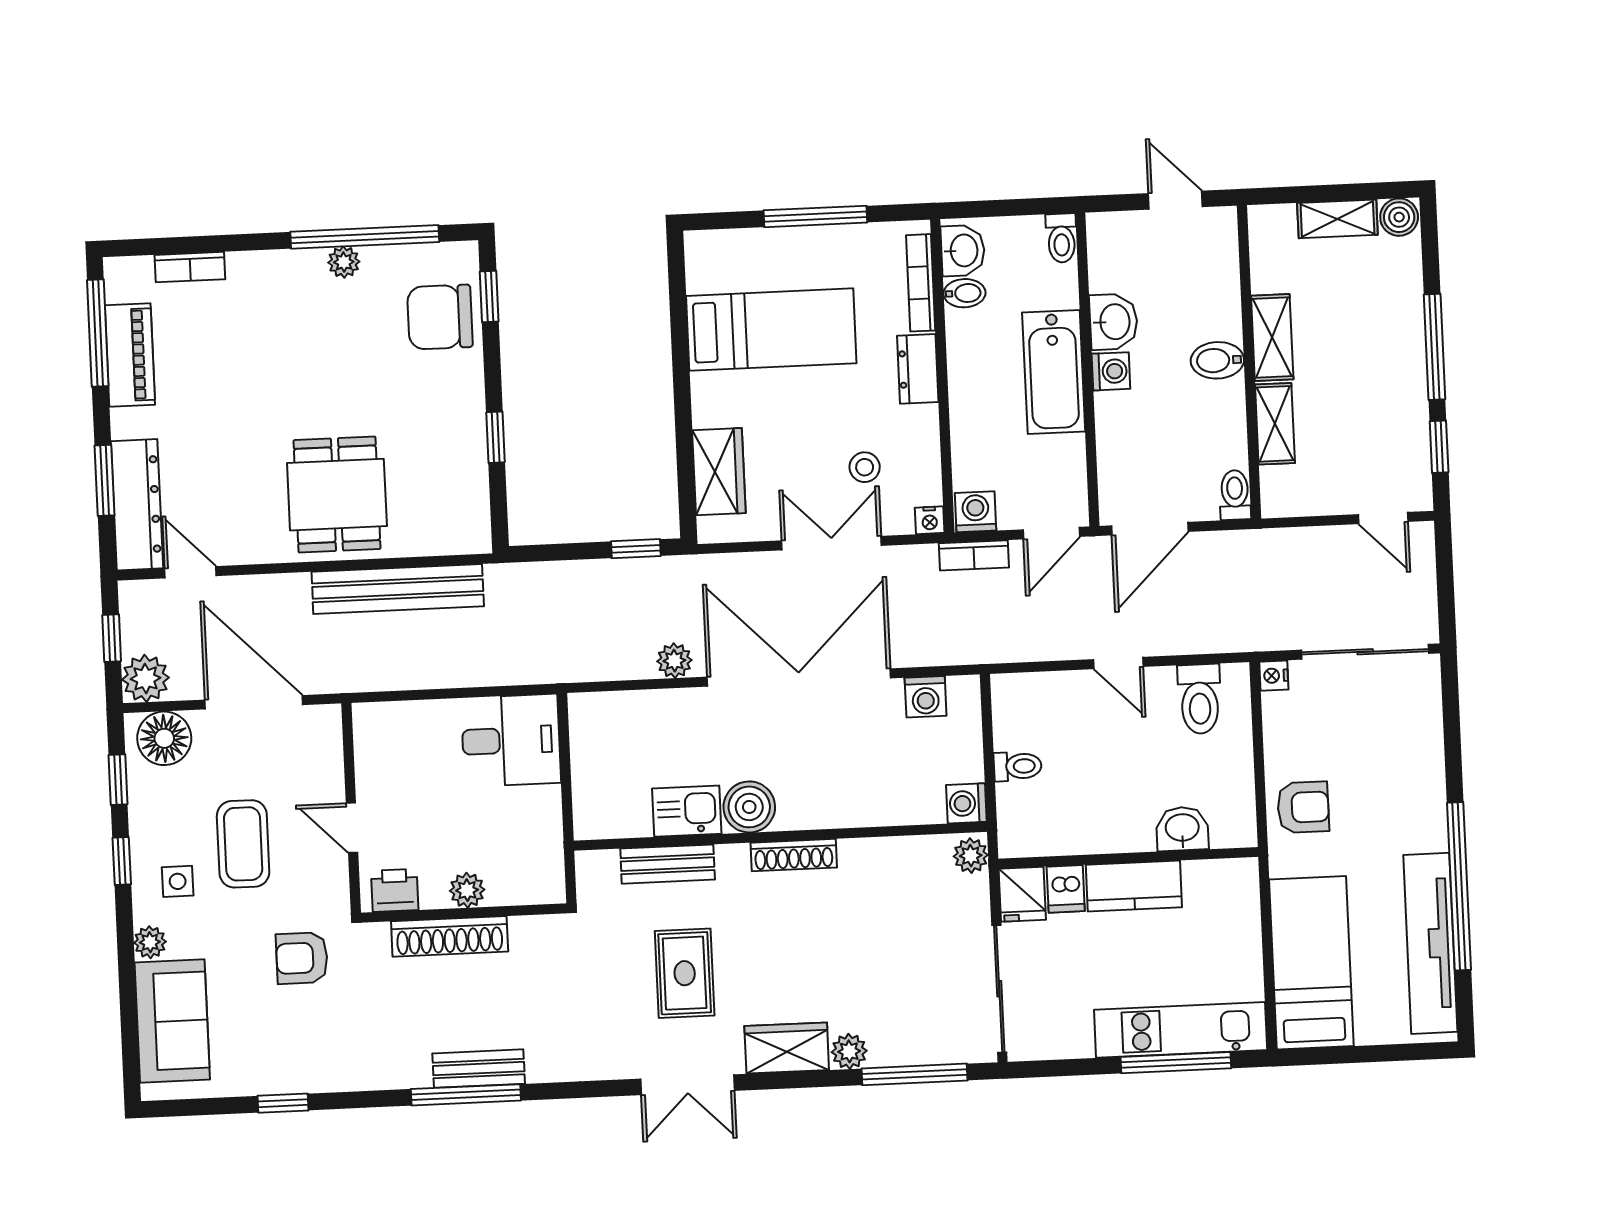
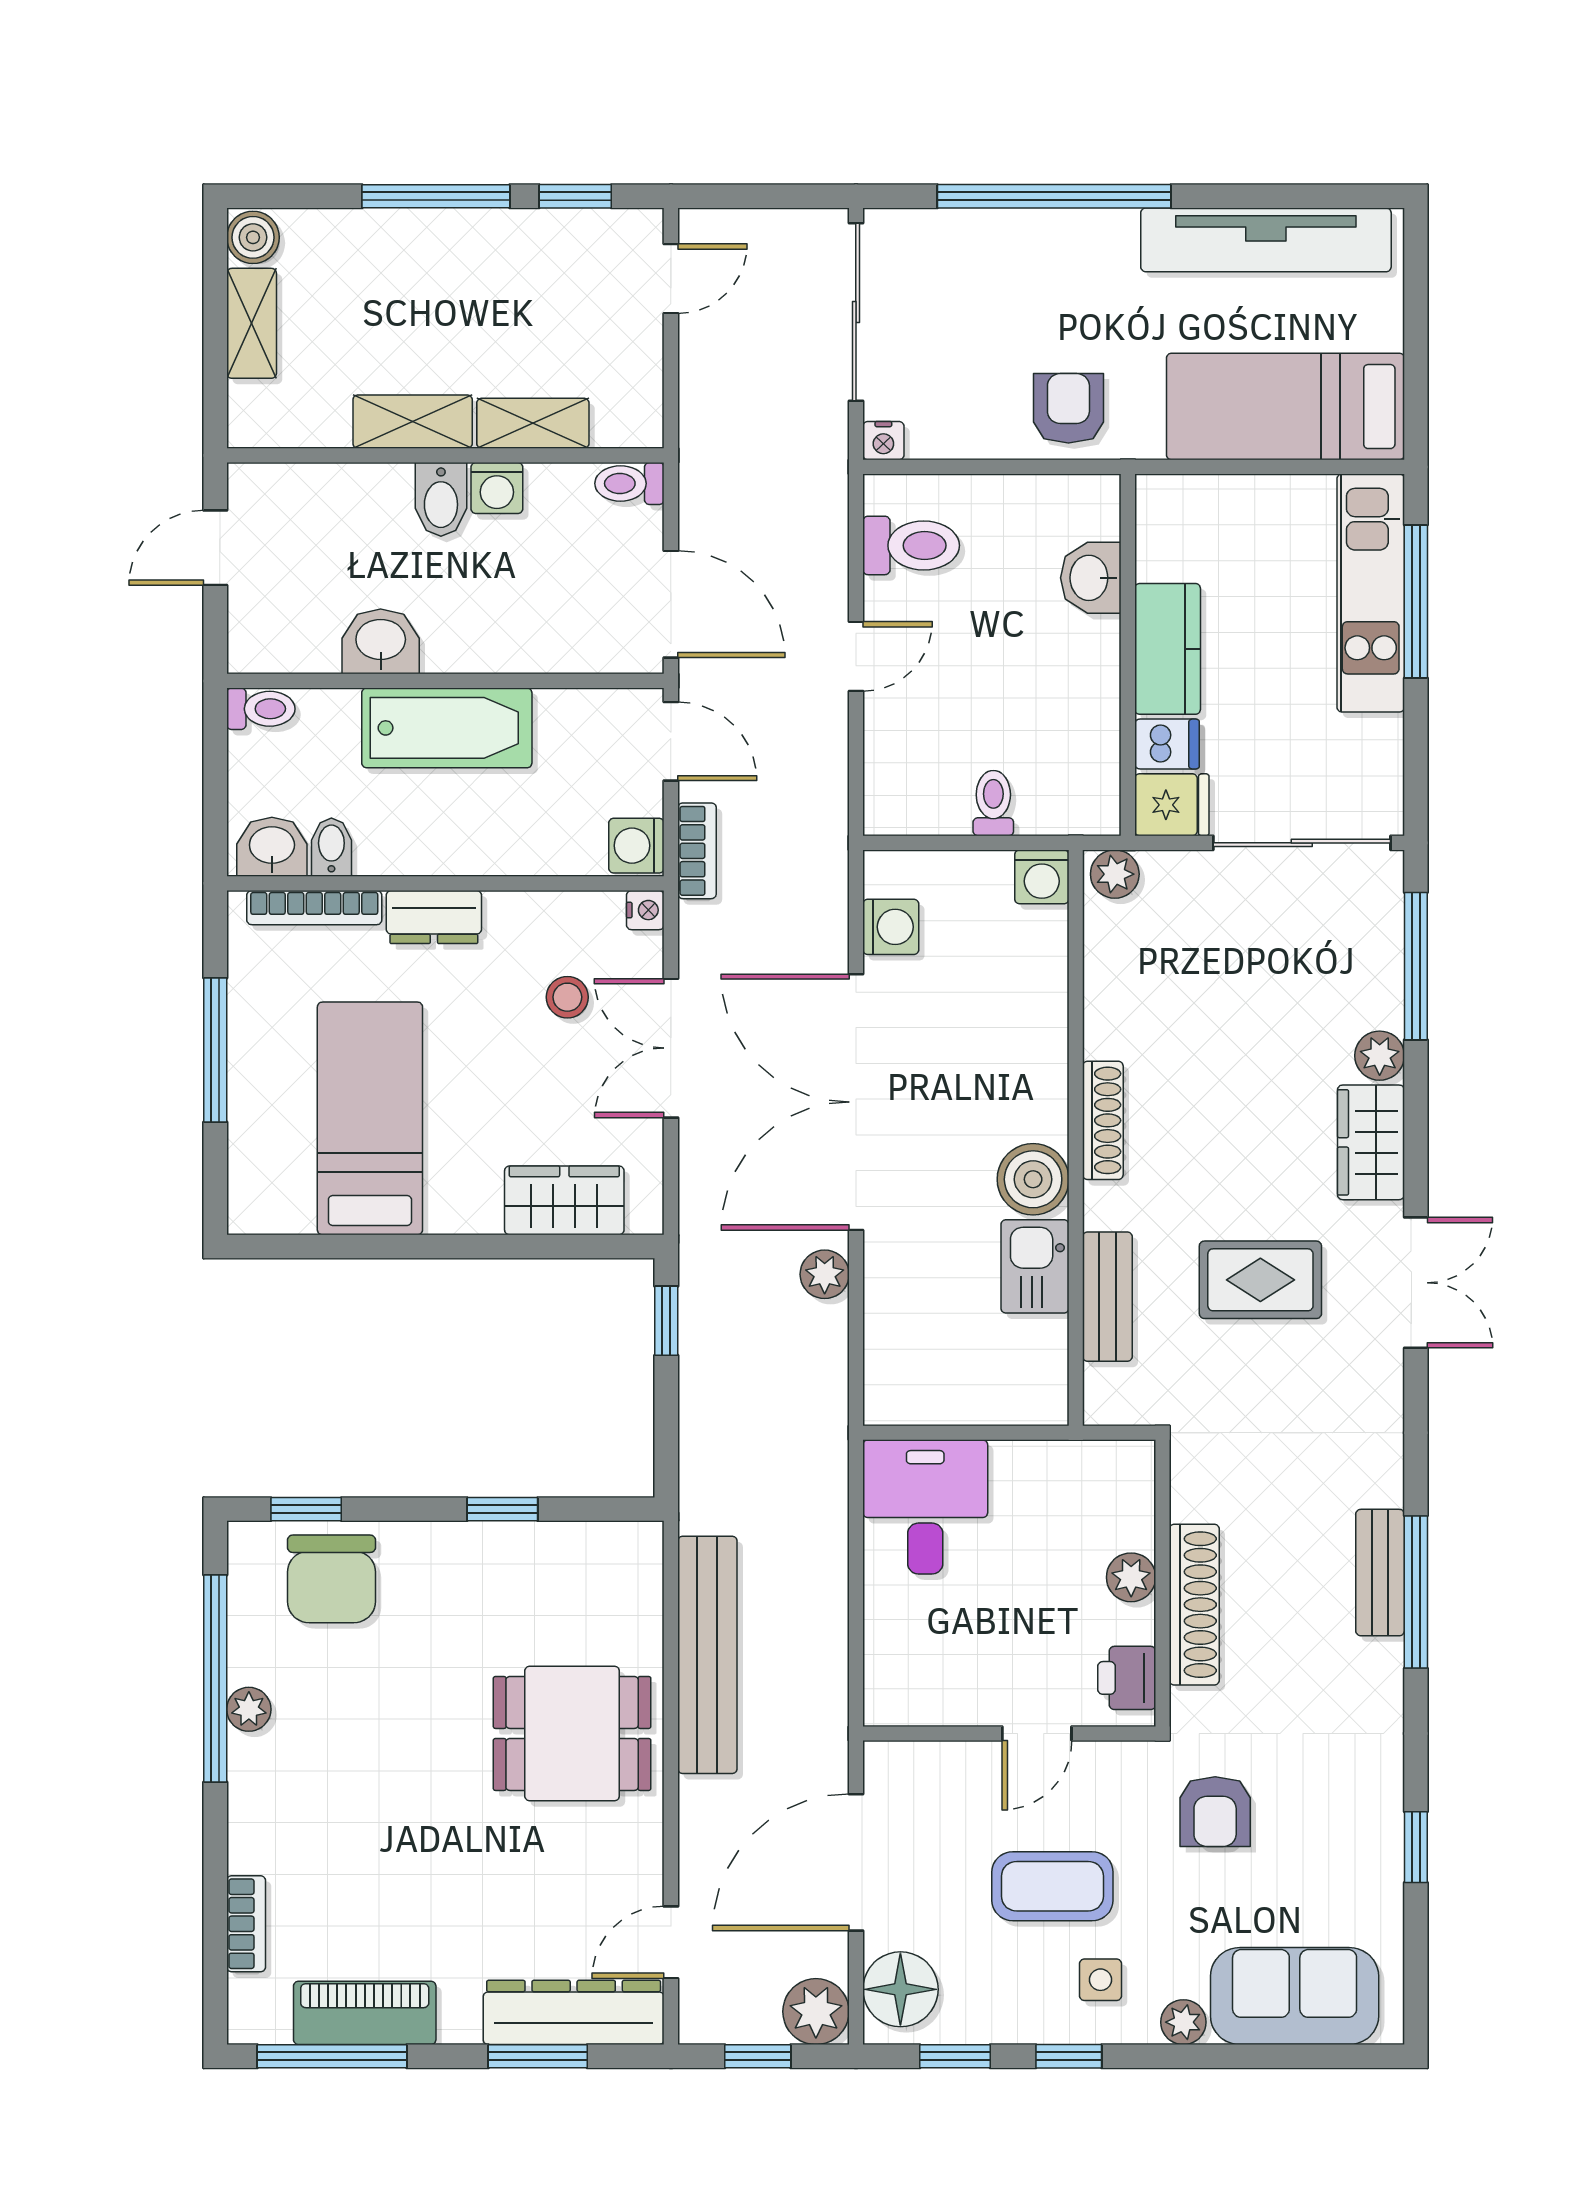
washing machine: (1111, 371) -> (497, 488), moved, turned 180
window: (1459, 886) -> (1054, 196), moved

